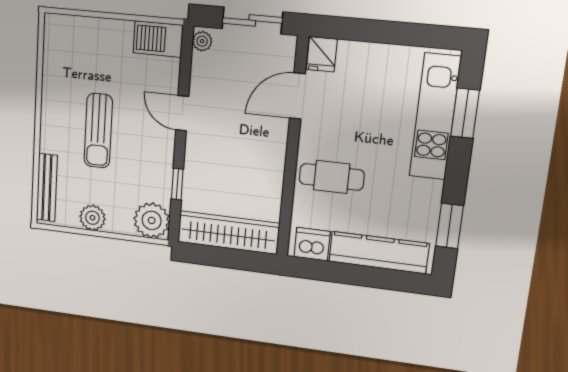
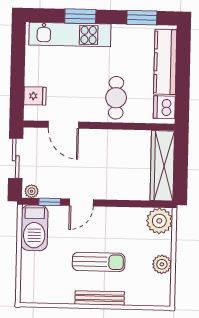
barbecue: (158, 39) -> (34, 228), width x1.37, depth x1.21
fridge: (322, 54) -> (35, 96), moved
window: (465, 113) -> (80, 16), moved
window: (177, 184) -> (50, 202), moved
bench: (47, 188) -> (100, 298), moved

